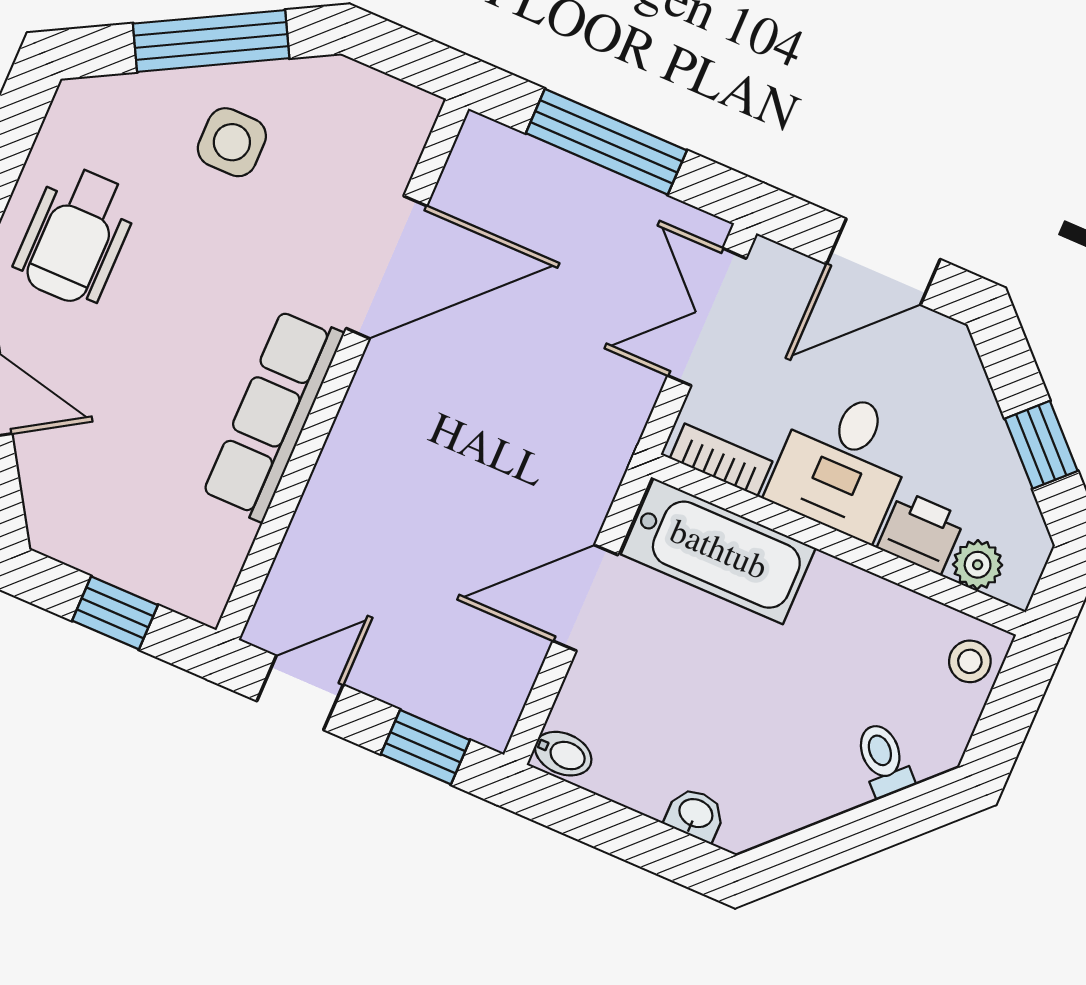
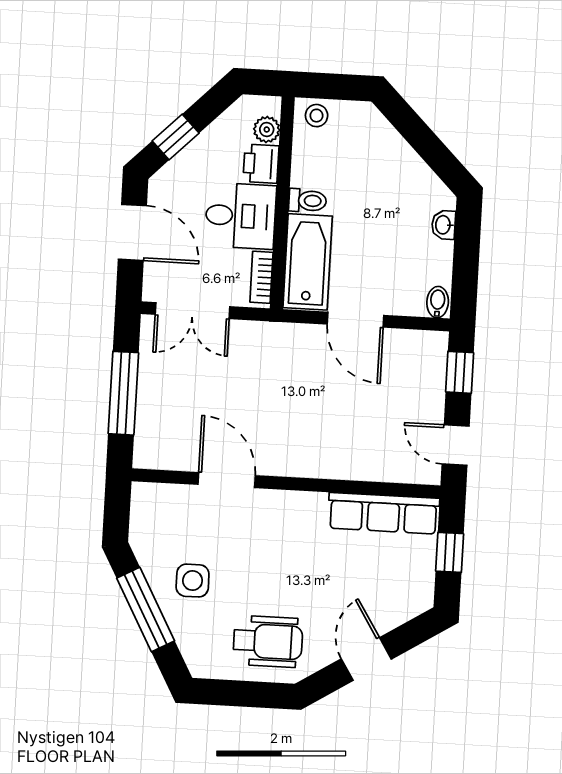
door: (387, 267) -> (227, 480), width x0.73
row of seats: (273, 415) -> (383, 513), moved
window: (1041, 445) -> (176, 137), moved
toilet: (883, 759) -> (307, 201), moved, turned -135

